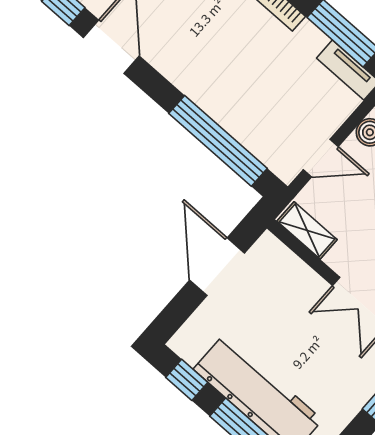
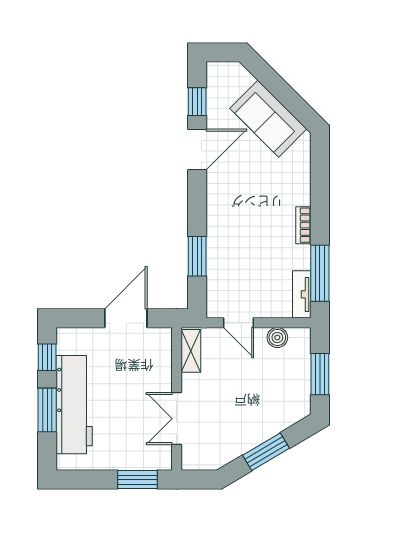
window: (218, 141) -> (197, 256), width x0.47

